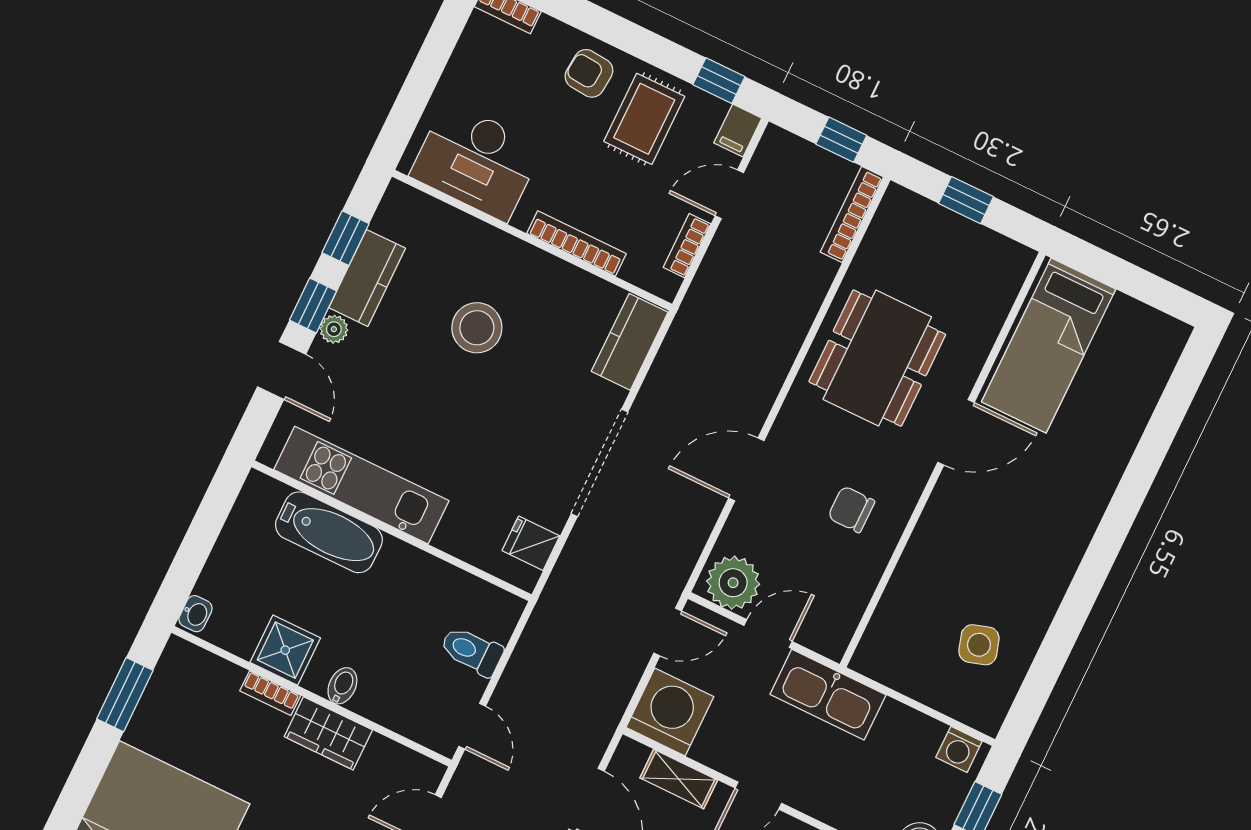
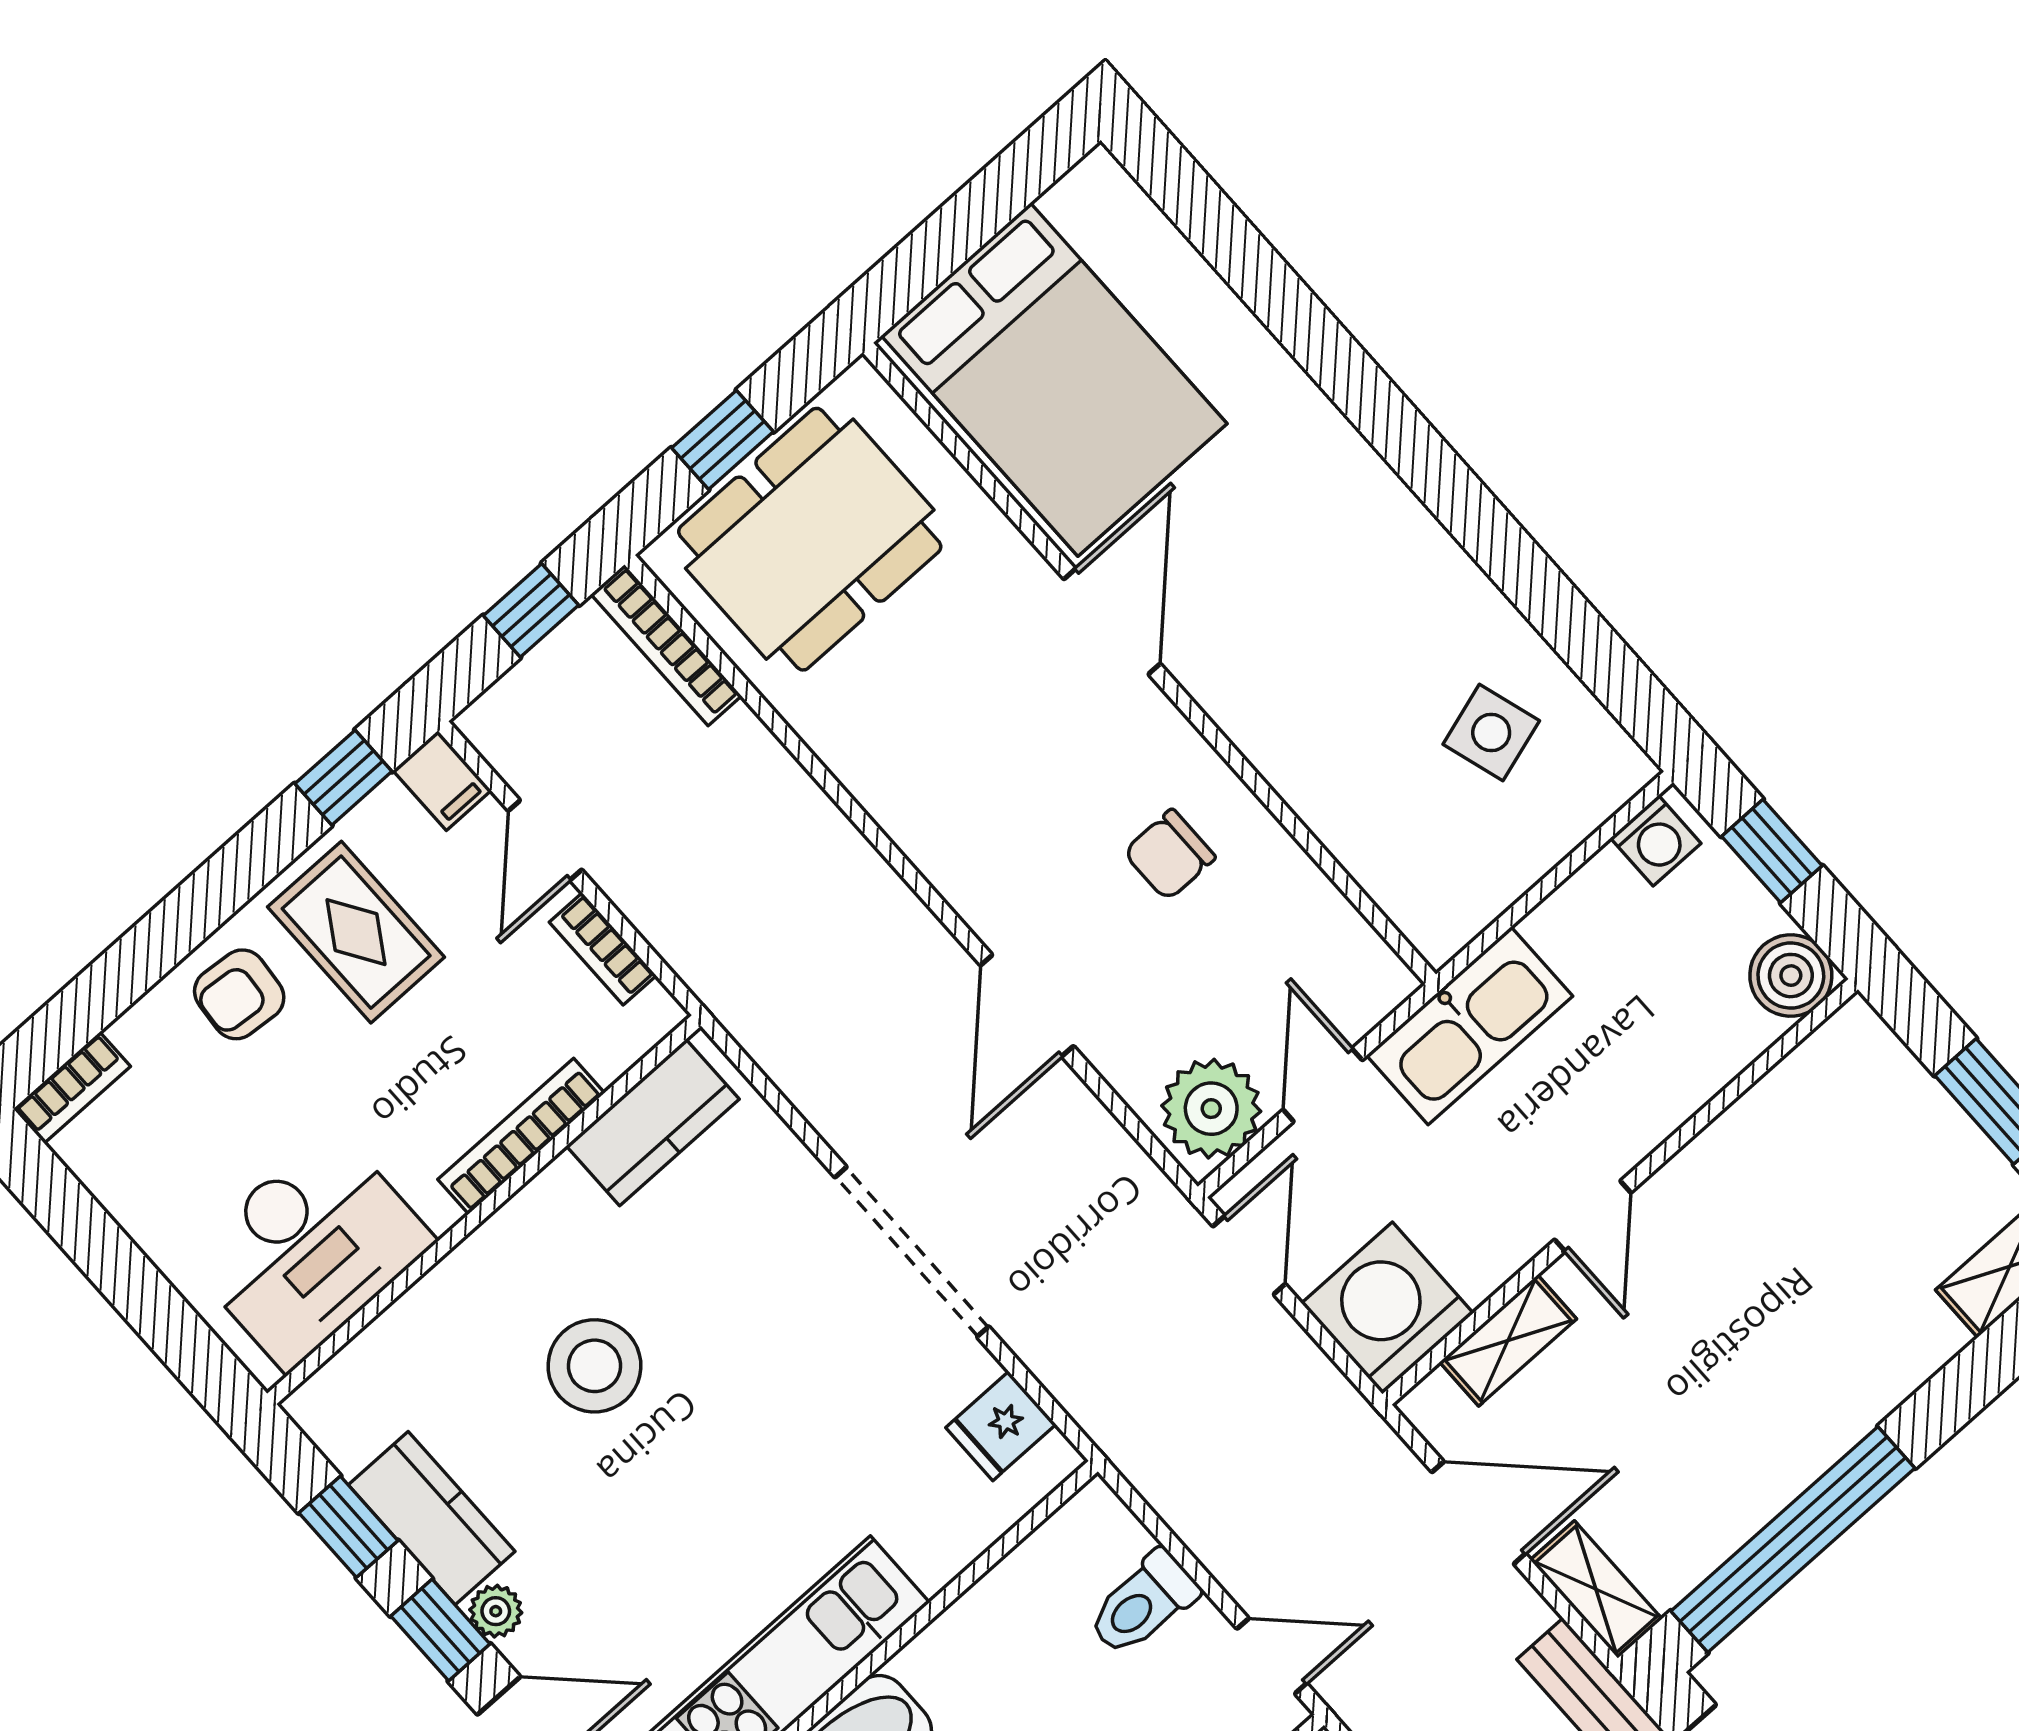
kitchen counter: (630, 342) -> (653, 1122), moved, turned -90
bed: (1049, 345) -> (1054, 380), width x1.50
dining table: (877, 358) -> (810, 539), moved, turned 90

